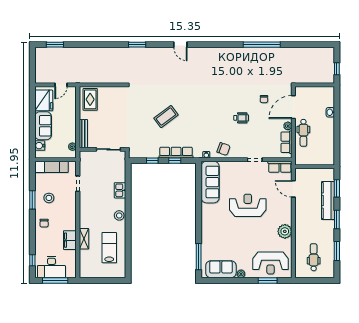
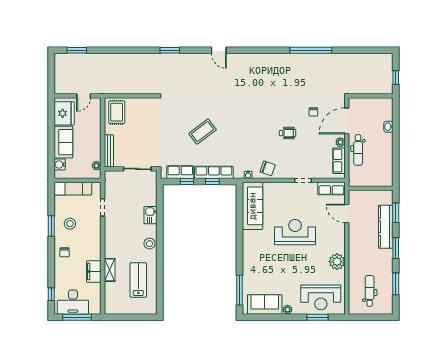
row of seats: (146, 152) -> (180, 172), added

